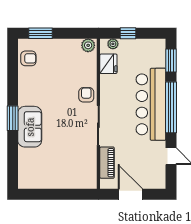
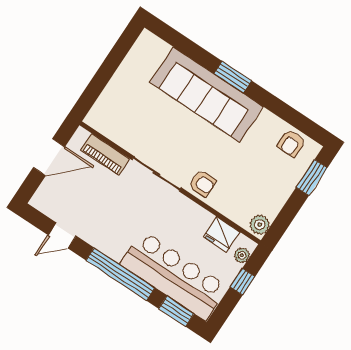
bar counter: (151, 104) -> (174, 275), moved
sofa: (30, 127) -> (207, 95), width x1.85, depth x1.27

